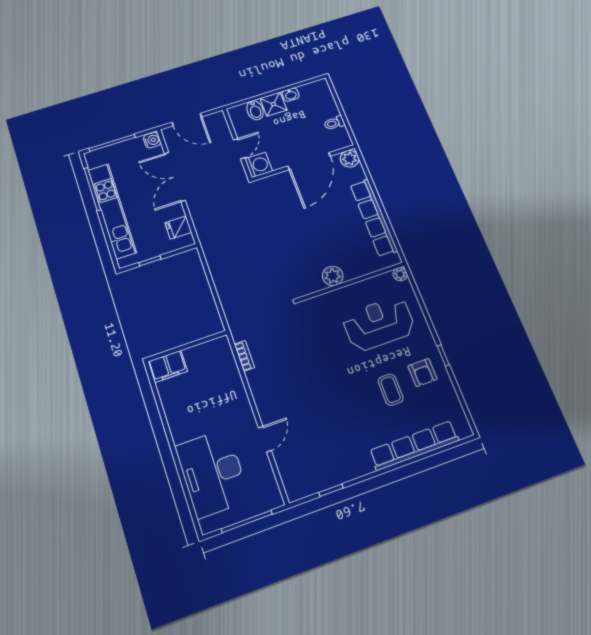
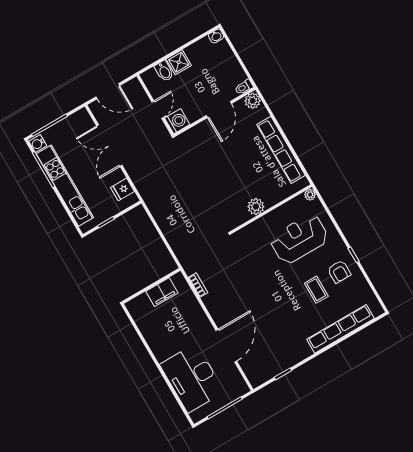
washbasin: (291, 95) -> (216, 36), moved
toilet: (334, 123) -> (244, 87), moved
water cooler: (152, 140) -> (38, 144), moved, turned 180
door: (309, 161) -> (219, 110), width x0.73
filing cabinet: (168, 366) -> (162, 292), moved
door: (265, 439) -> (226, 346), width x1.87

